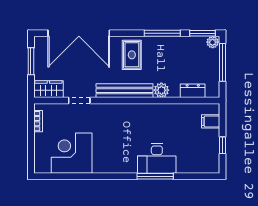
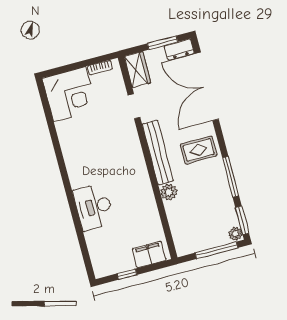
dresser: (193, 91) -> (179, 49), moved, turned 90
filing cabinet: (211, 121) -> (149, 254), width x2.00
corner desk: (72, 153) -> (70, 94), moved, turned 90
window: (155, 176) -> (74, 210), removed

